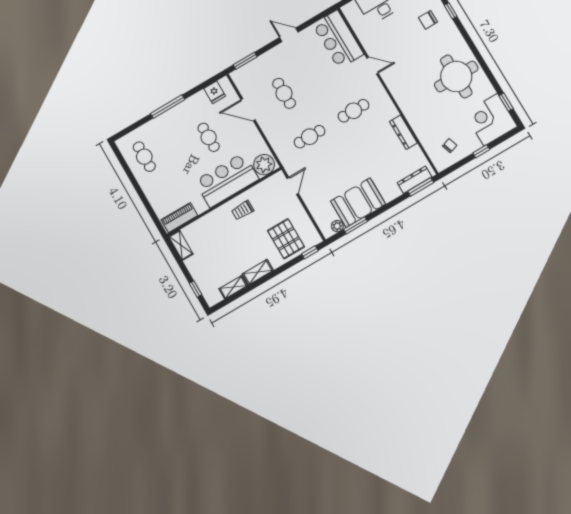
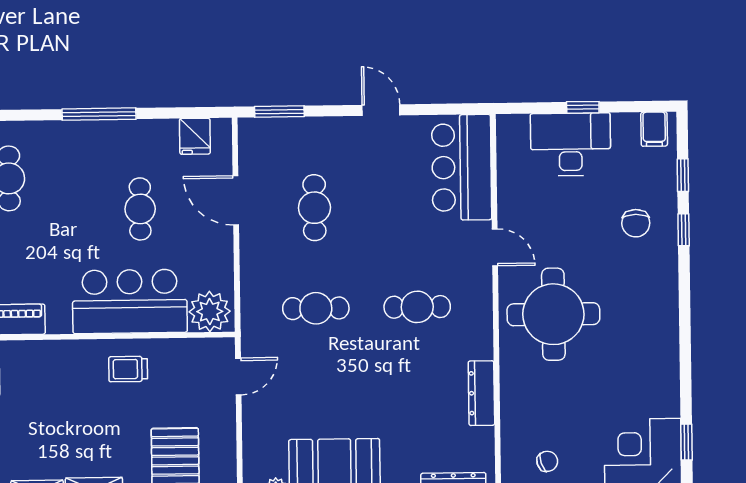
chair: (428, 20) -> (636, 223), turned -90
round table: (456, 76) -> (553, 314), moved

